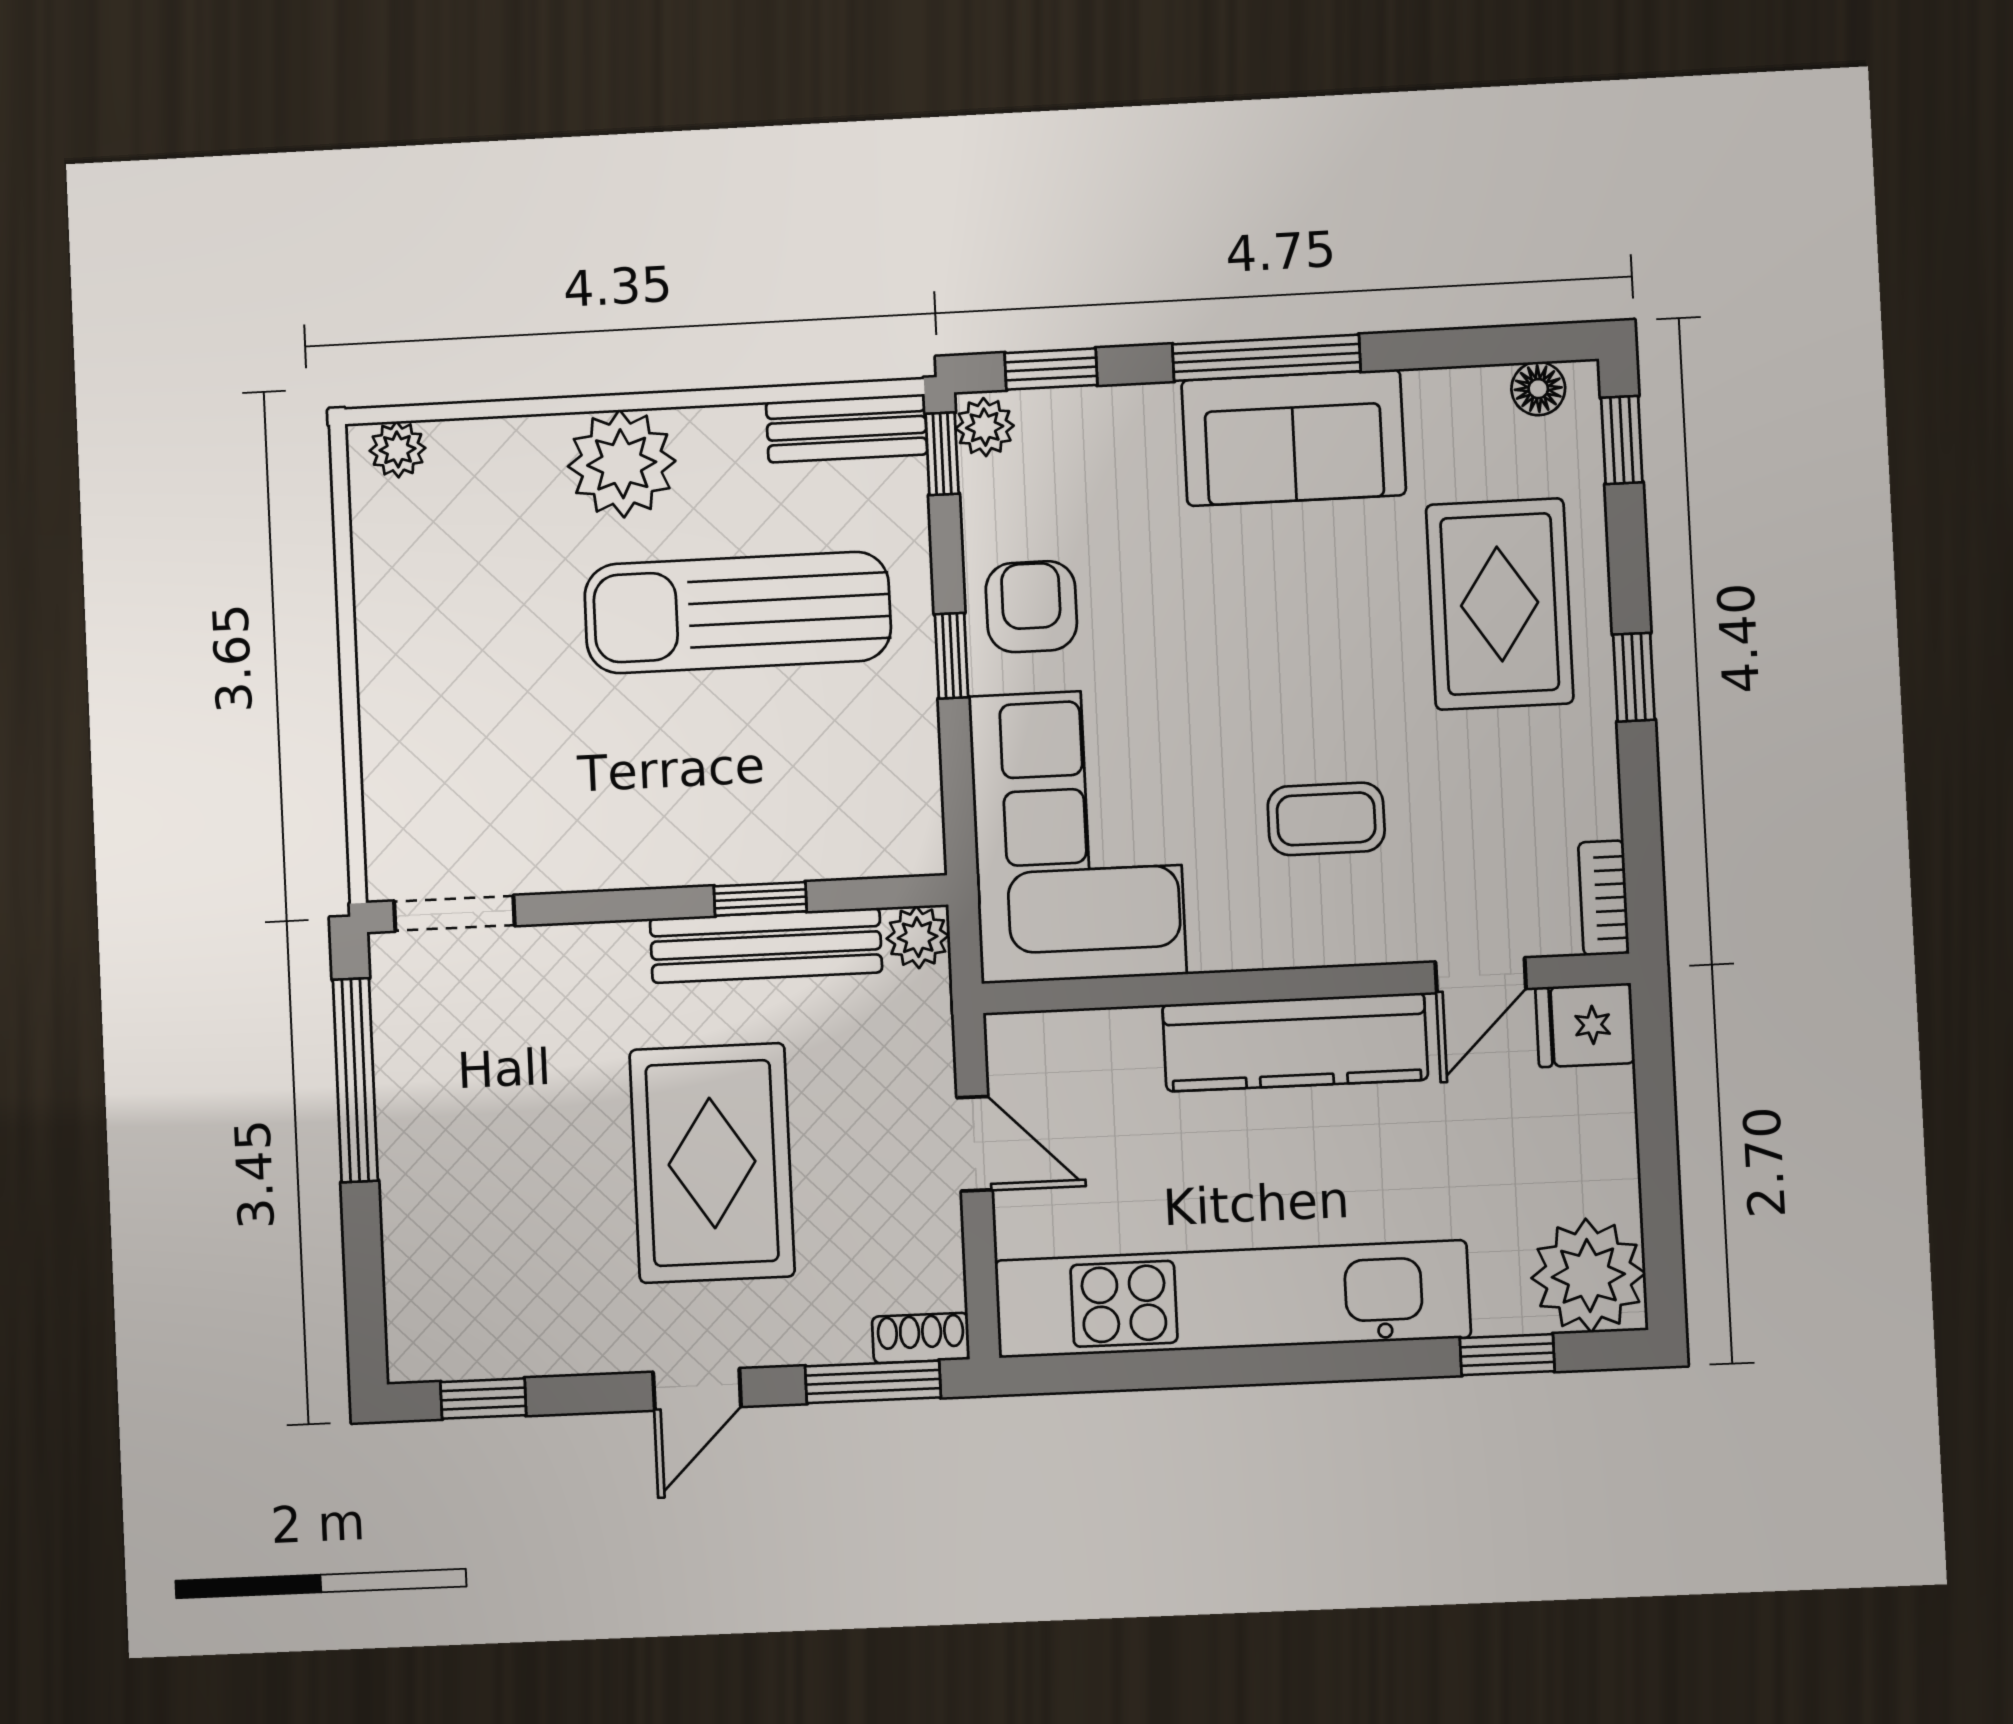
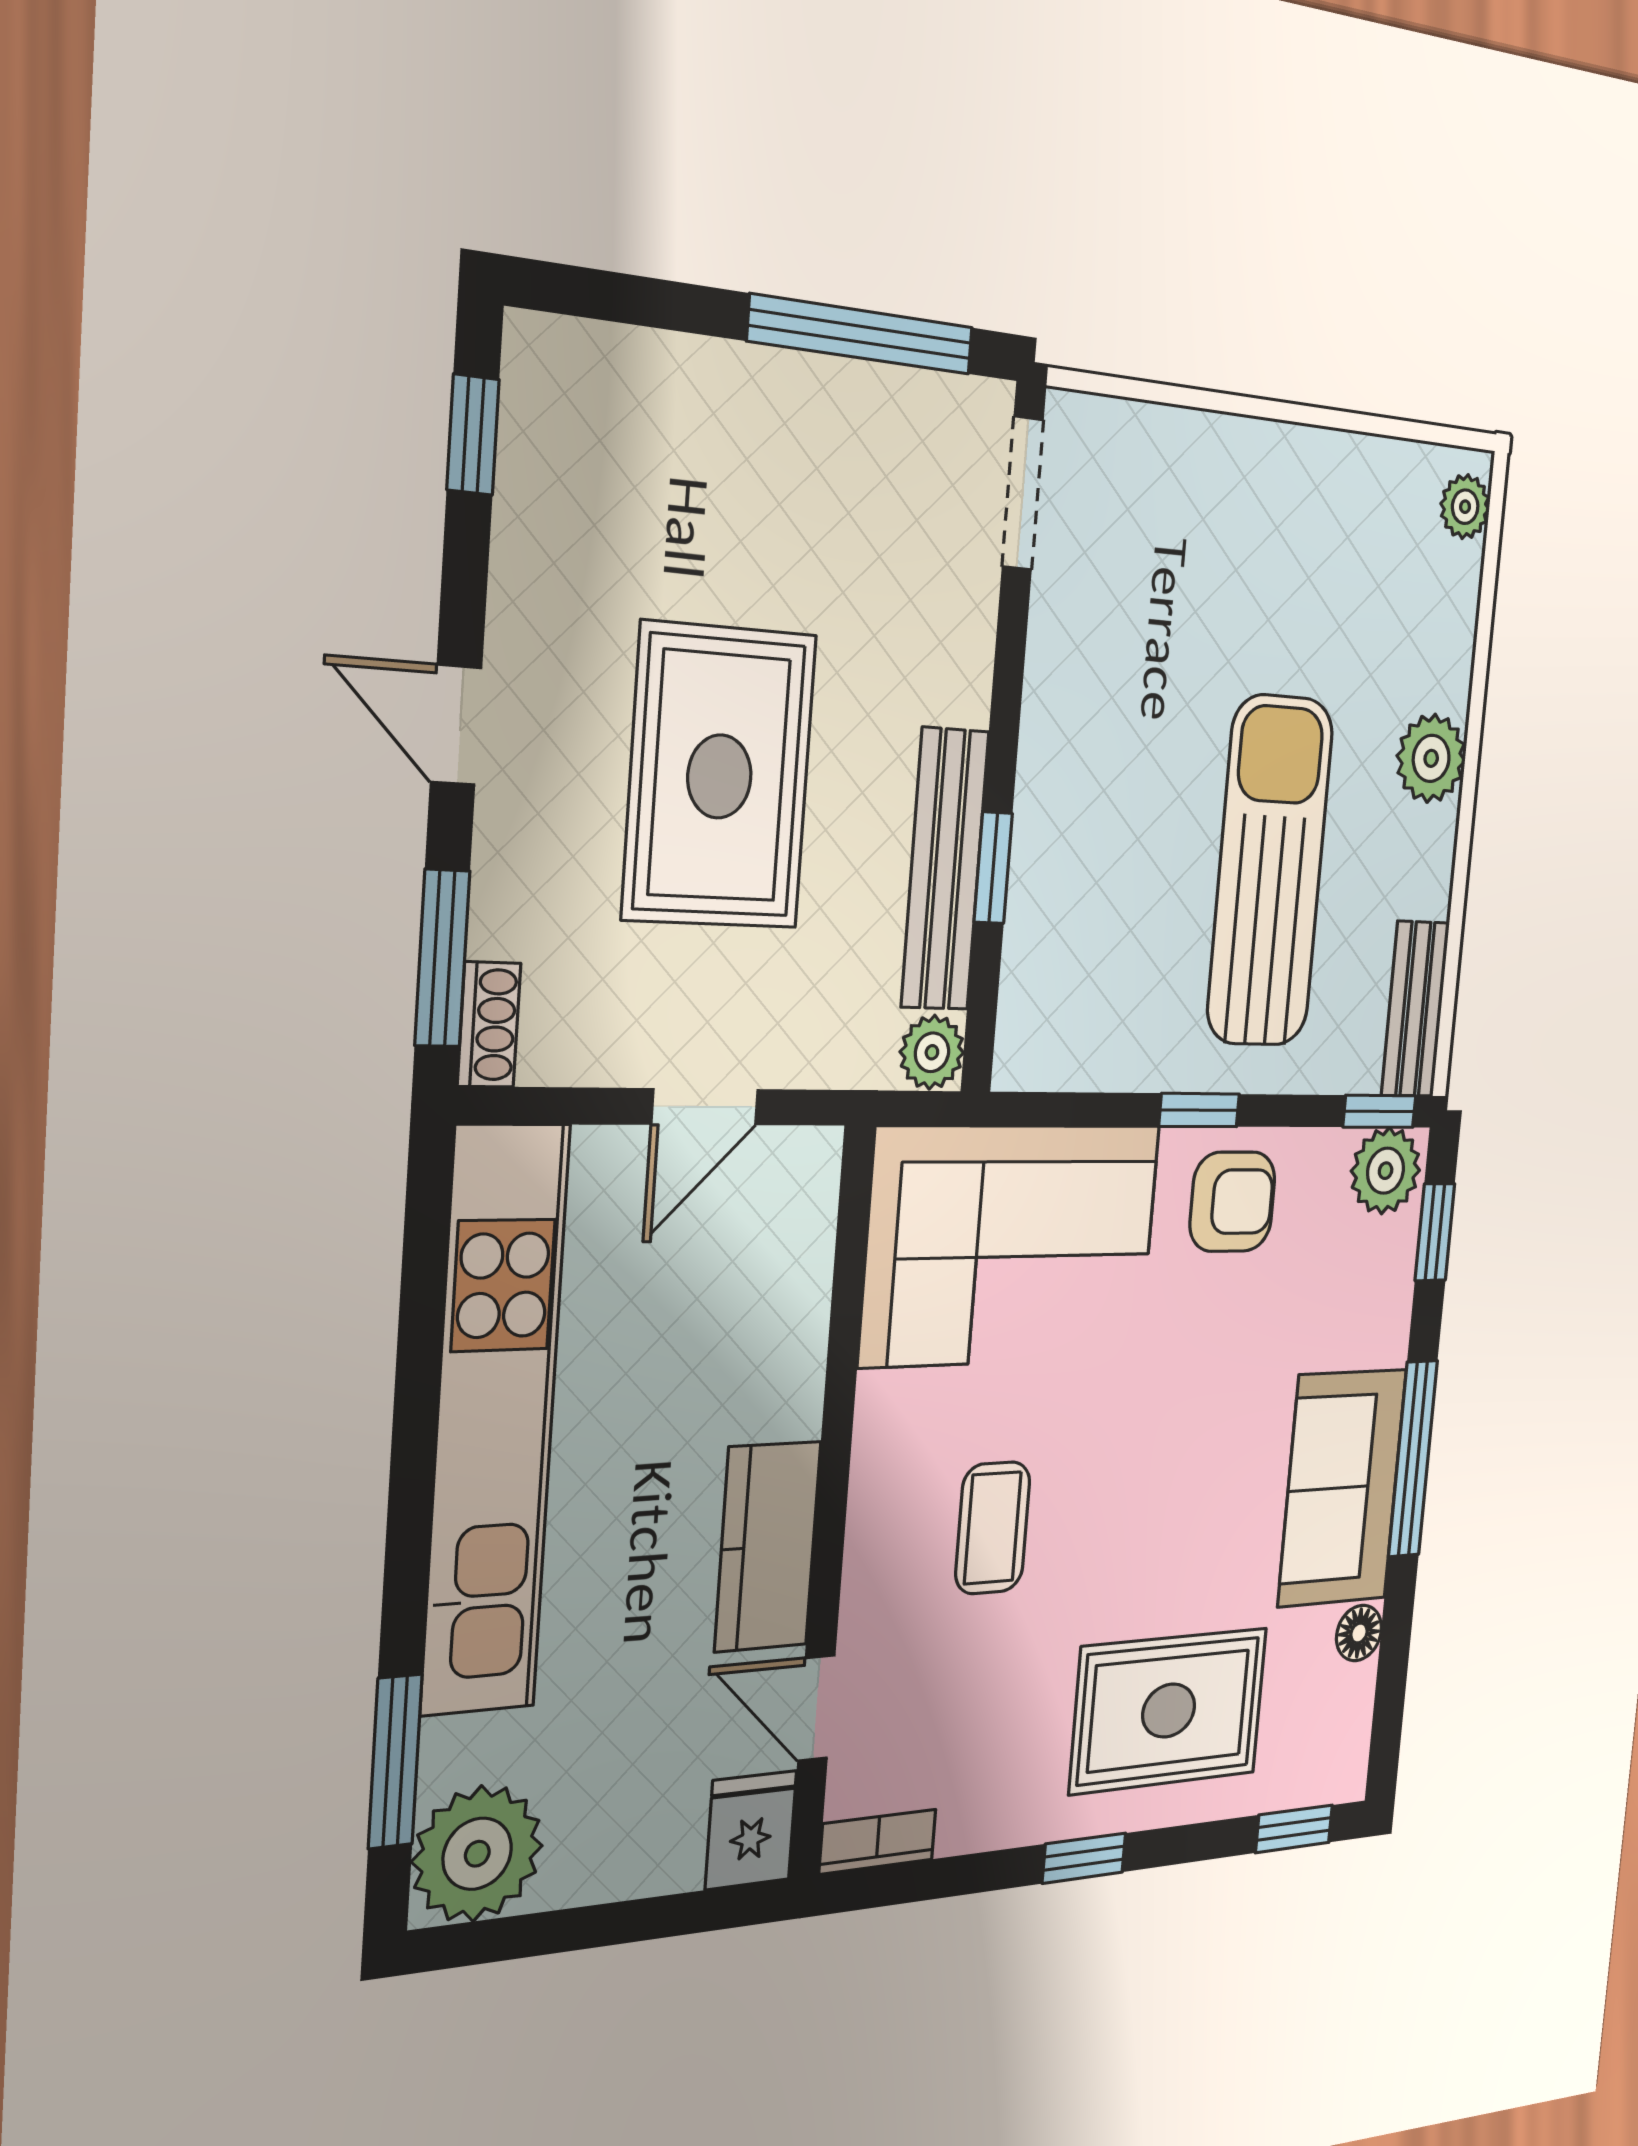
floor lamp: (1538, 389) -> (1359, 1633), moved
plant: (985, 427) -> (1386, 1171), width x1.38, depth x1.38
plant: (622, 464) -> (1431, 758), width x0.73, depth x0.73
kitchen counter: (1295, 1042) -> (768, 1547), width x0.67
rug: (712, 1163) -> (719, 776), turned 90
window: (1507, 1355) -> (395, 1762), width x1.50

